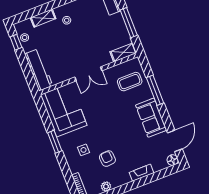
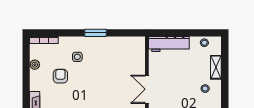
window: (16, 42) -> (203, 33), removed
corner sofa: (64, 110) -> (122, 53), removed
armchair: (107, 159) -> (60, 76), turned -86

